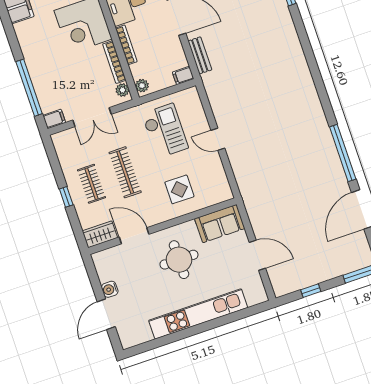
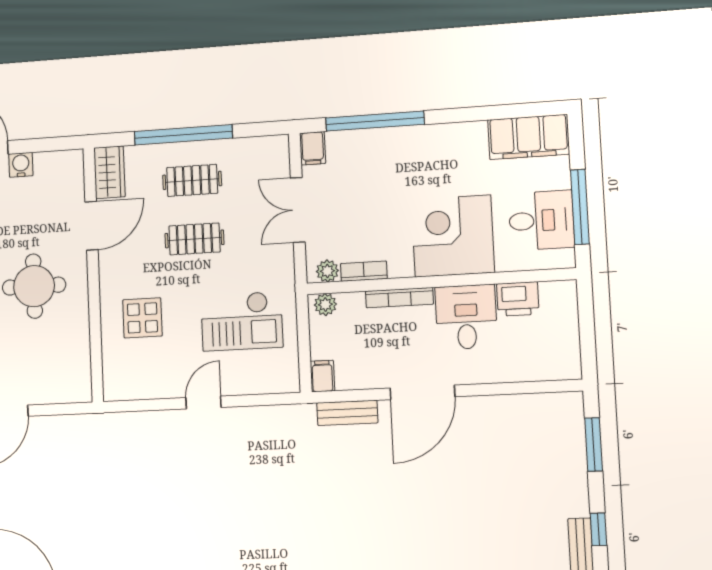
bookcase: (114, 62) -> (364, 271), width x0.64
clothes rail: (125, 172) -> (194, 239), width x0.73
window: (66, 197) -> (183, 135), width x3.17
sofa: (220, 224) -> (71, 366), removed

